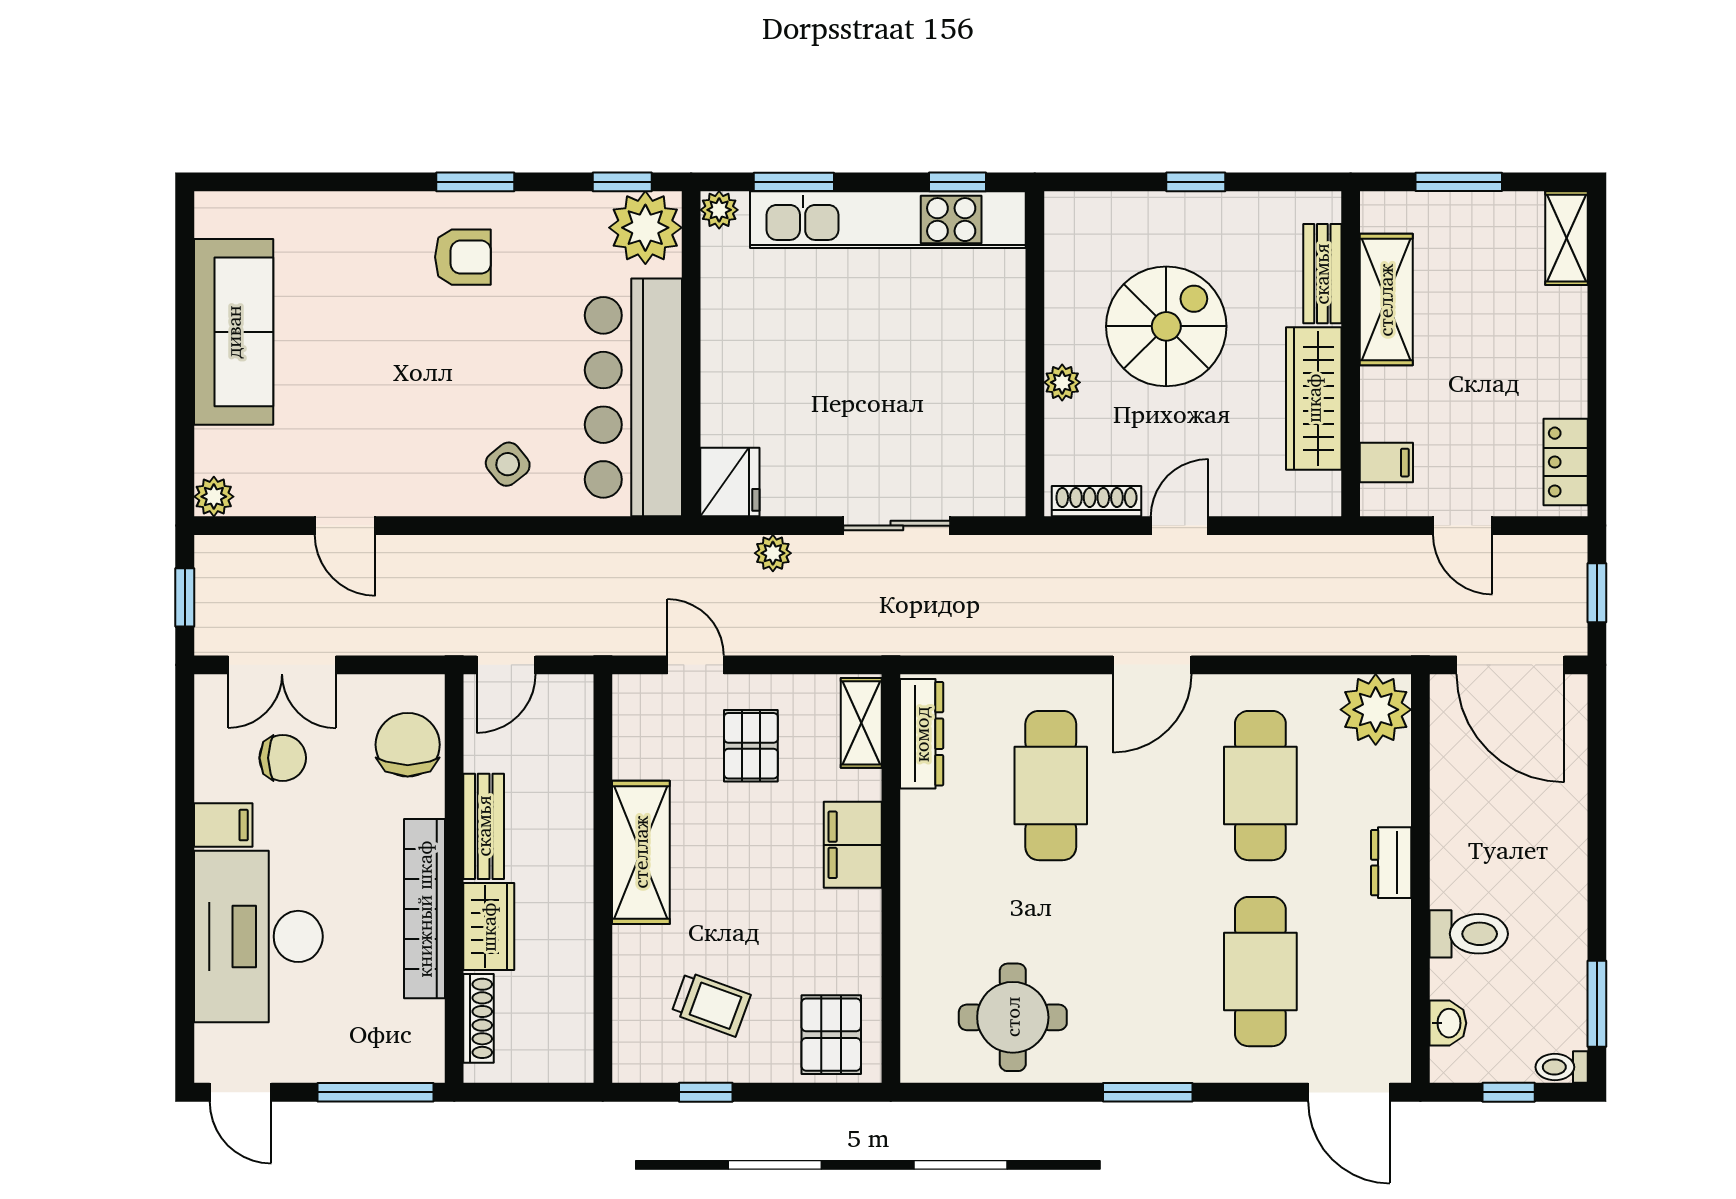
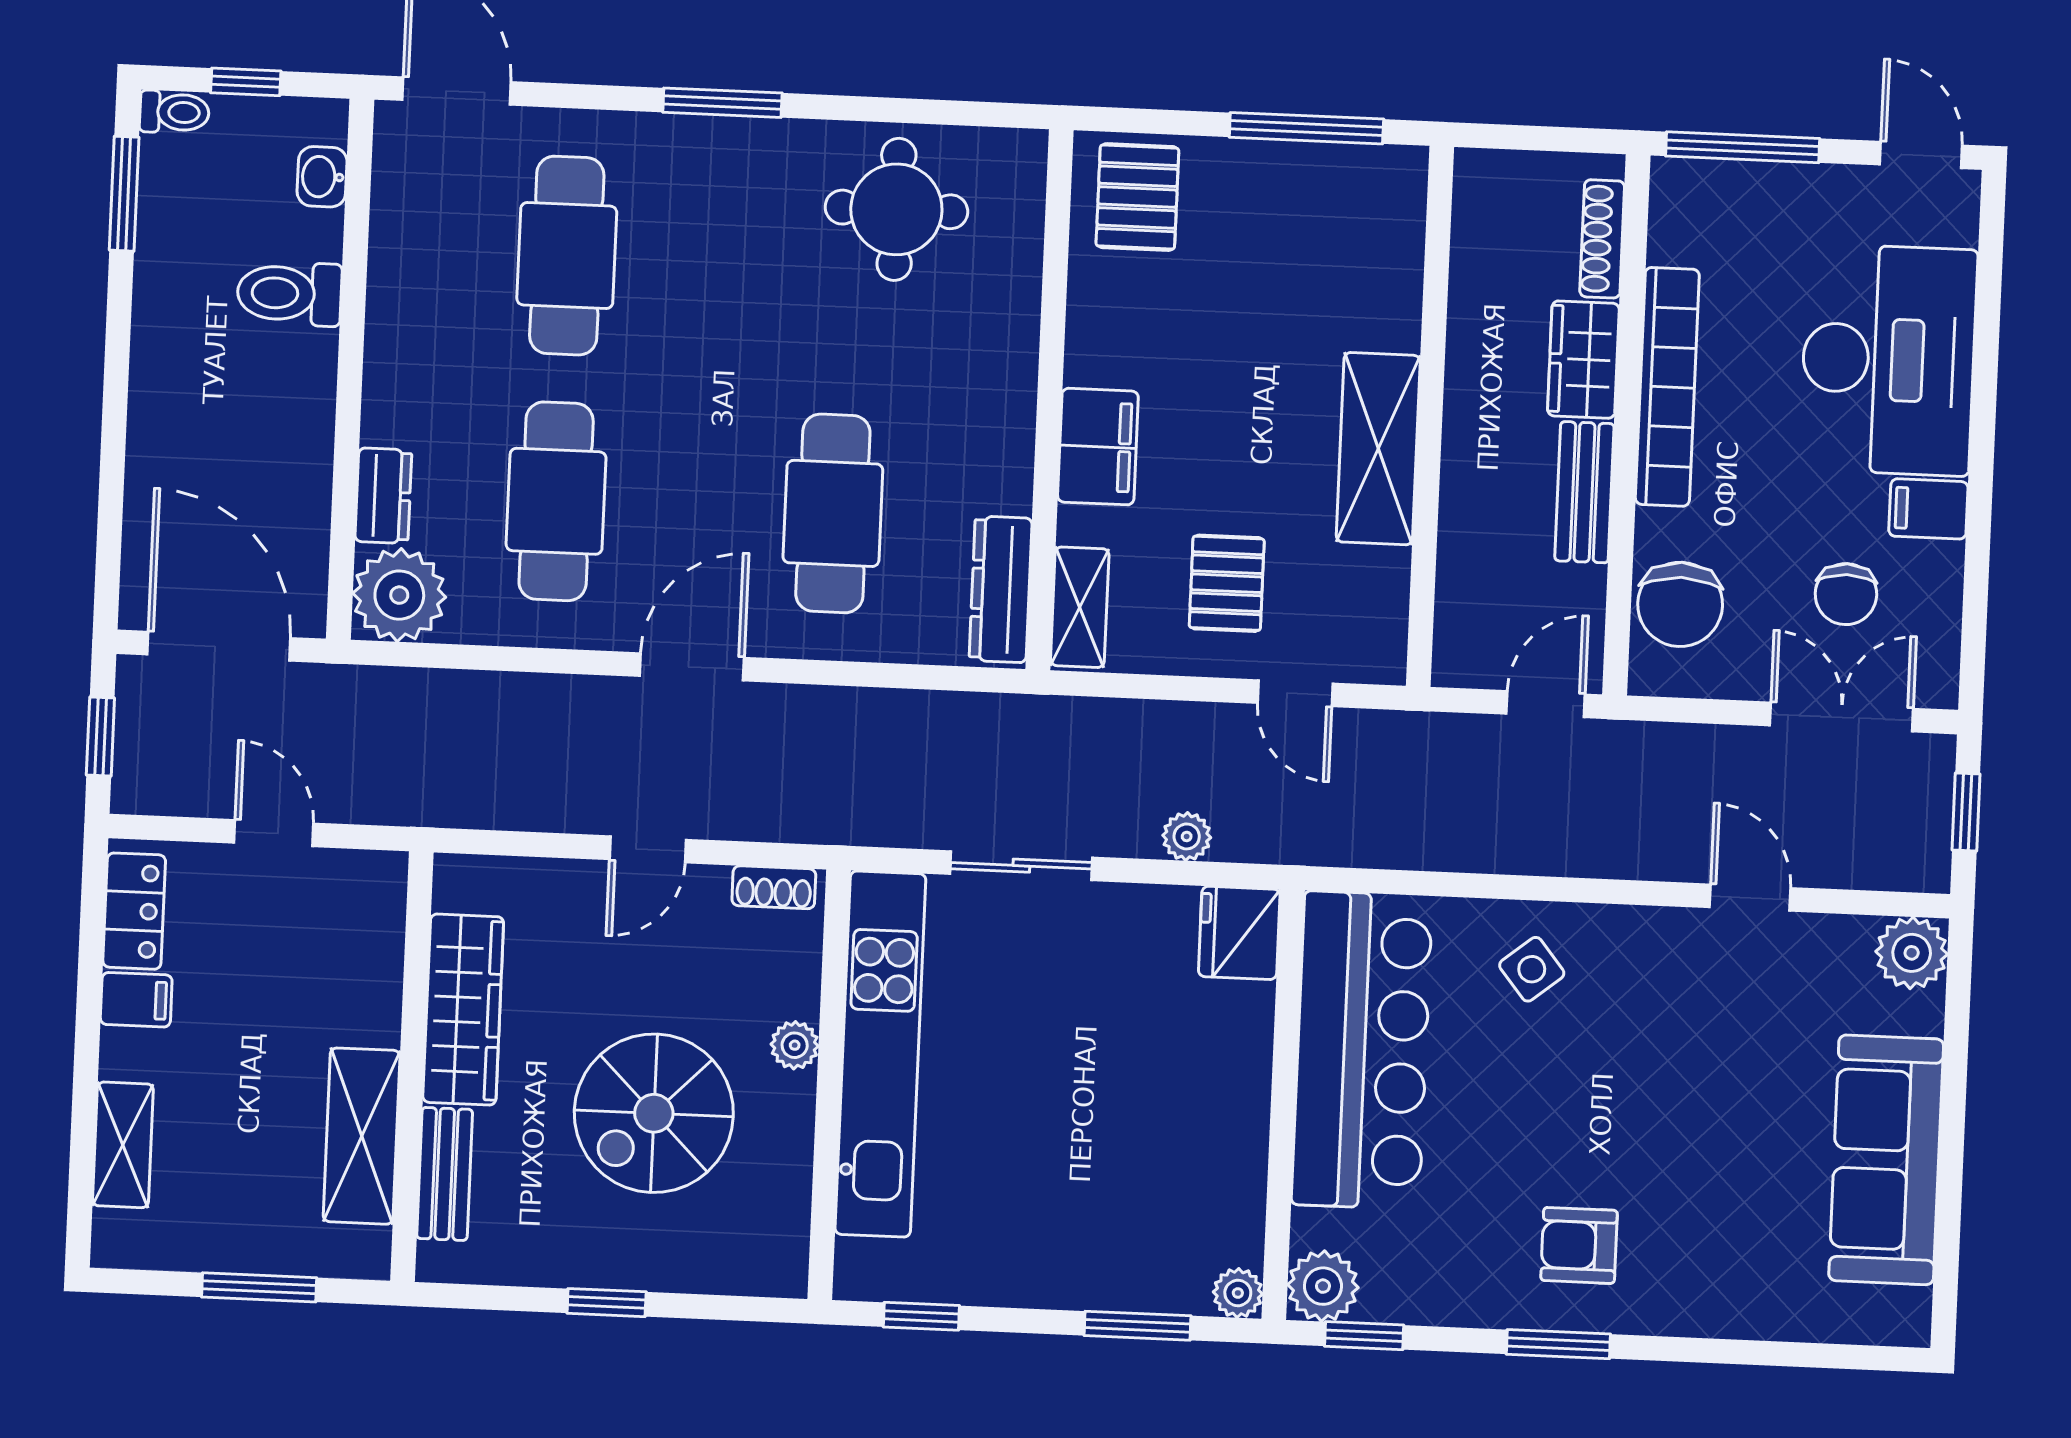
kitchen unit: (888, 220) -> (880, 1054), moved, turned 90
plant: (645, 228) -> (1323, 1286), width x0.73, depth x0.73
shelving: (1566, 238) -> (123, 1145), moved
filing cabinet: (1386, 463) -> (136, 1000), moved, turned 180
plant: (214, 497) -> (1912, 953), width x1.38, depth x1.38
shoe rack: (1096, 501) -> (774, 887), width x0.70
chair: (283, 758) -> (1846, 594), turned -90
dresser: (1391, 863) -> (383, 496), moved
trolley: (711, 1004) -> (1294, 244), removed
window: (706, 1092) -> (1306, 128), width x2.17

